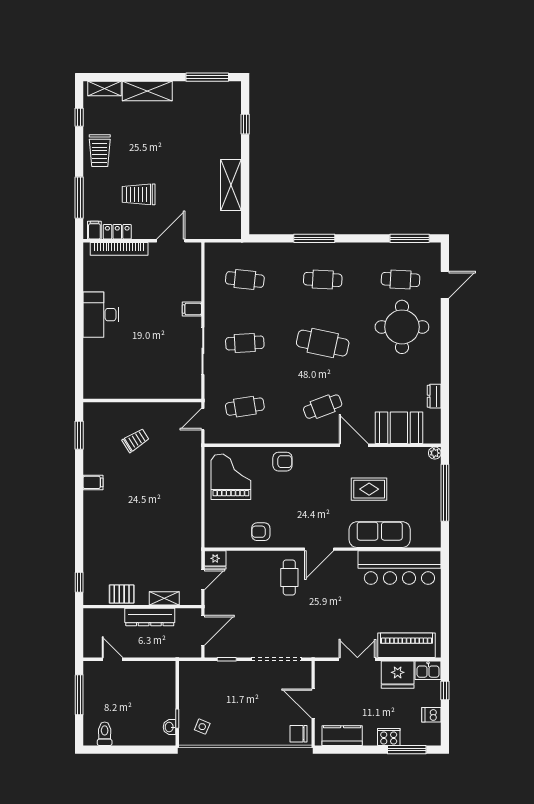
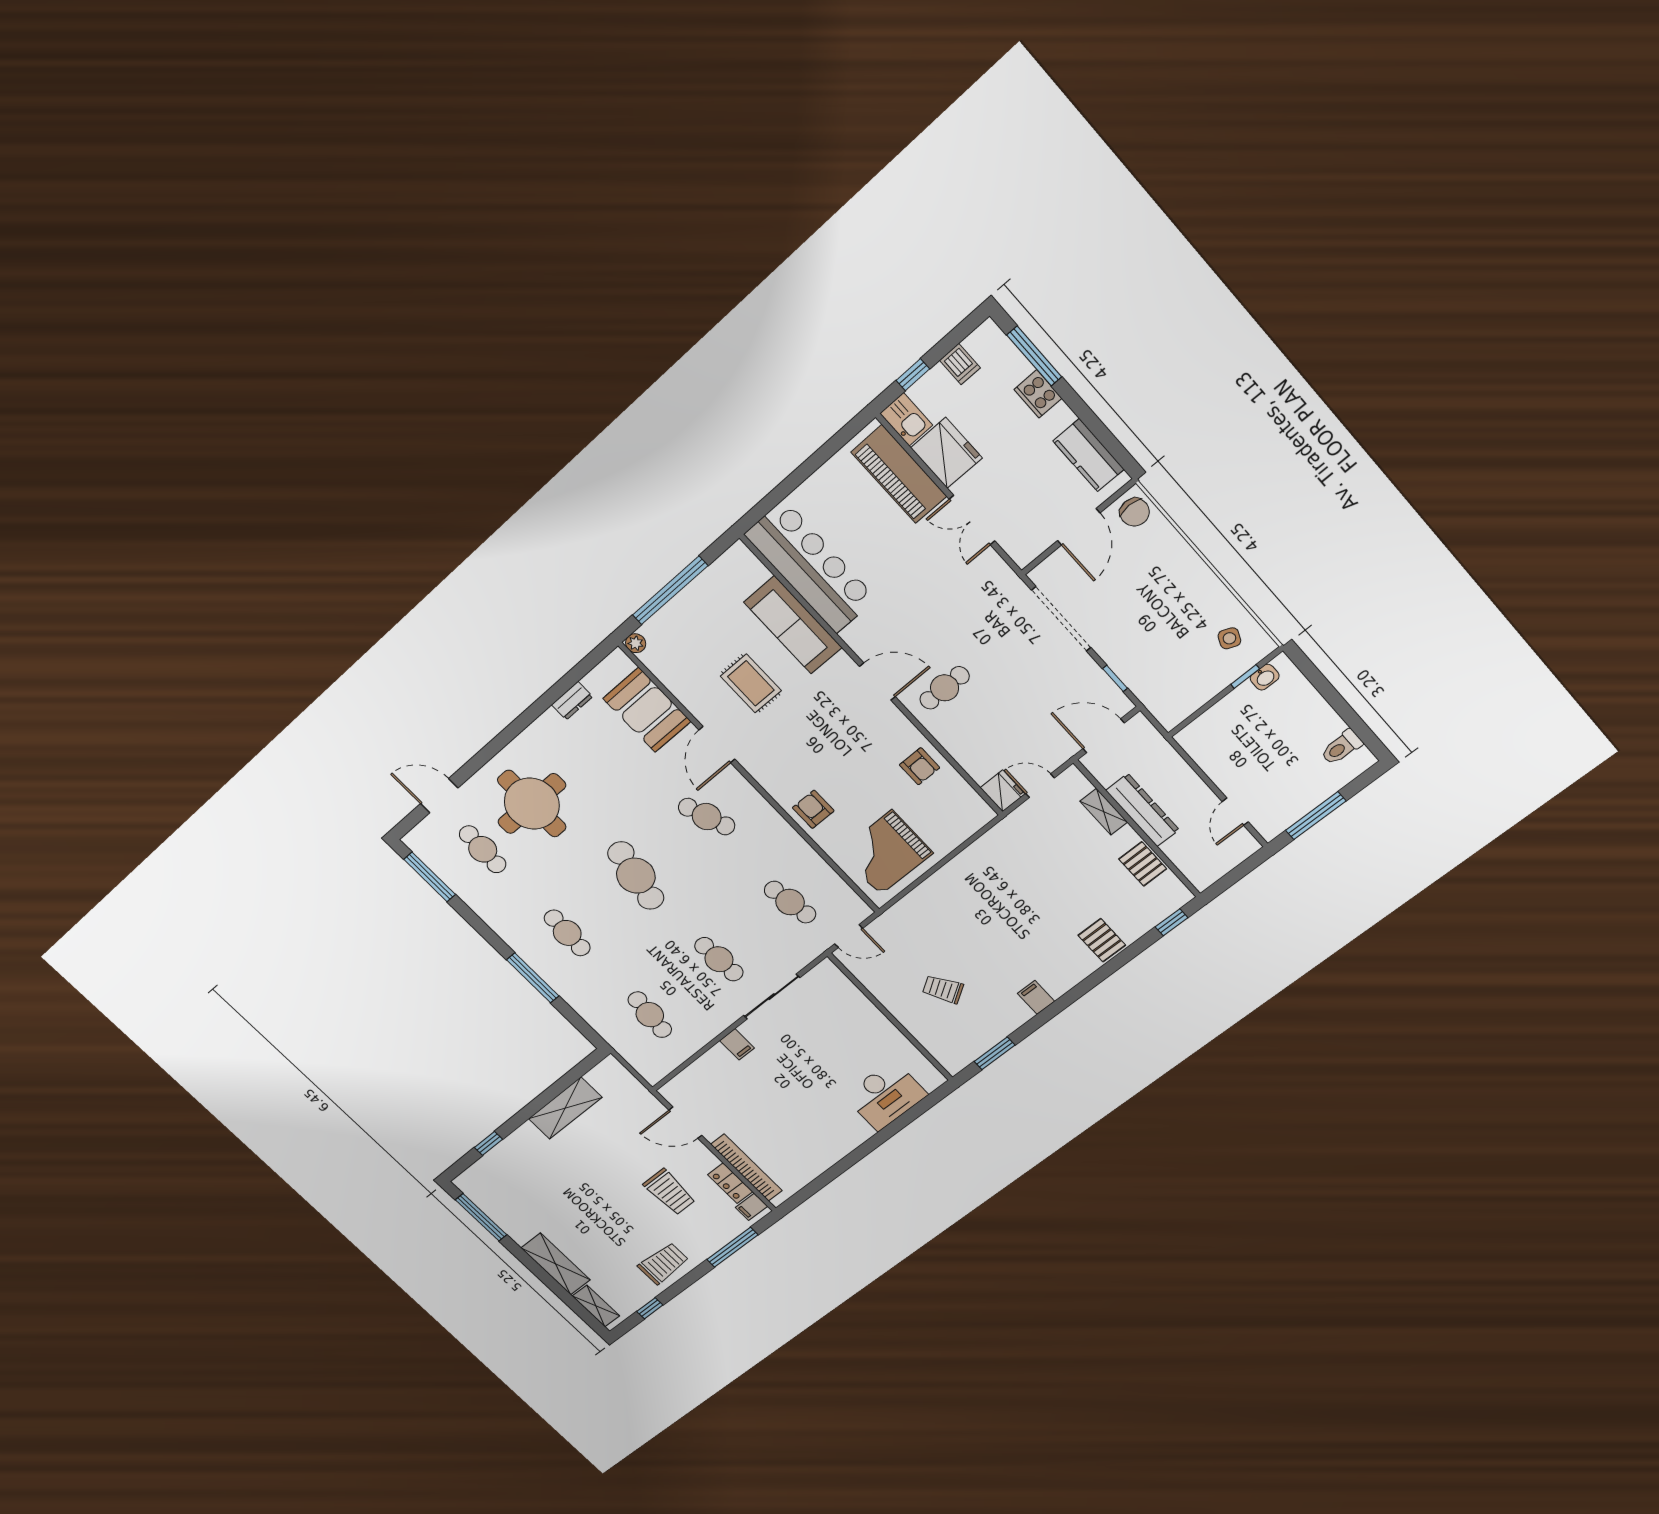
desk: (101, 315) -> (886, 1095), moved
pallet: (97, 541) -> (1102, 940), added

